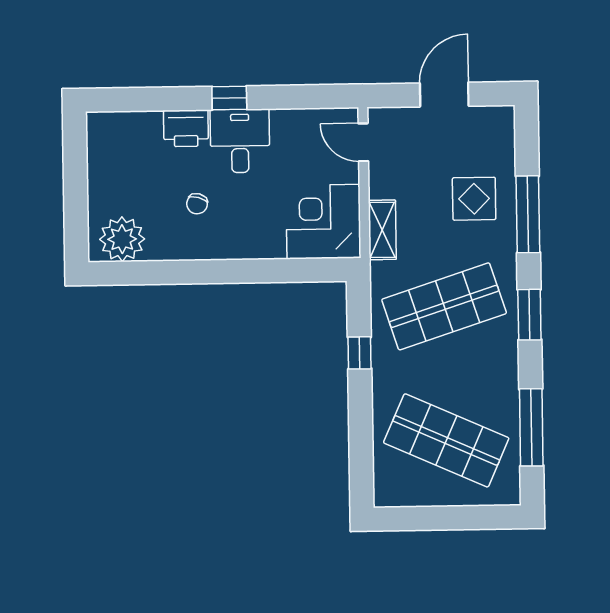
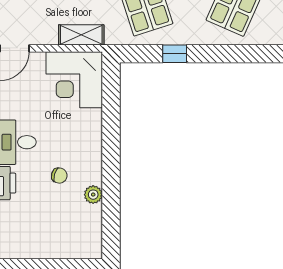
plant: (122, 239) -> (93, 195), moved, width x0.53, depth x0.53

